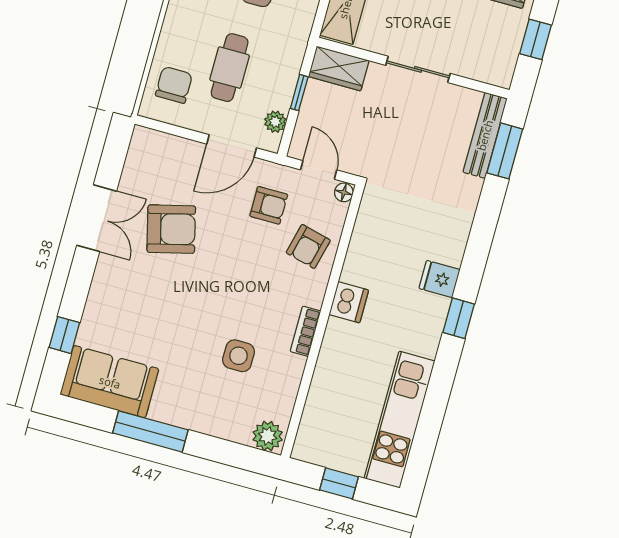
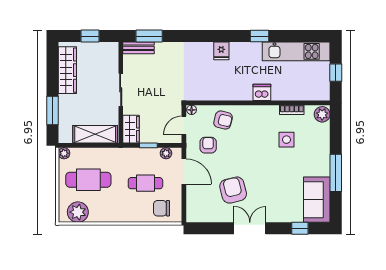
bench: (485, 135) -> (138, 48), width x0.73
double door: (97, 218) -> (250, 228), moved
dishwasher: (349, 302) -> (262, 92), moved
window: (459, 318) -> (259, 36), moved
bookcase: (305, 331) -> (292, 110), moved

